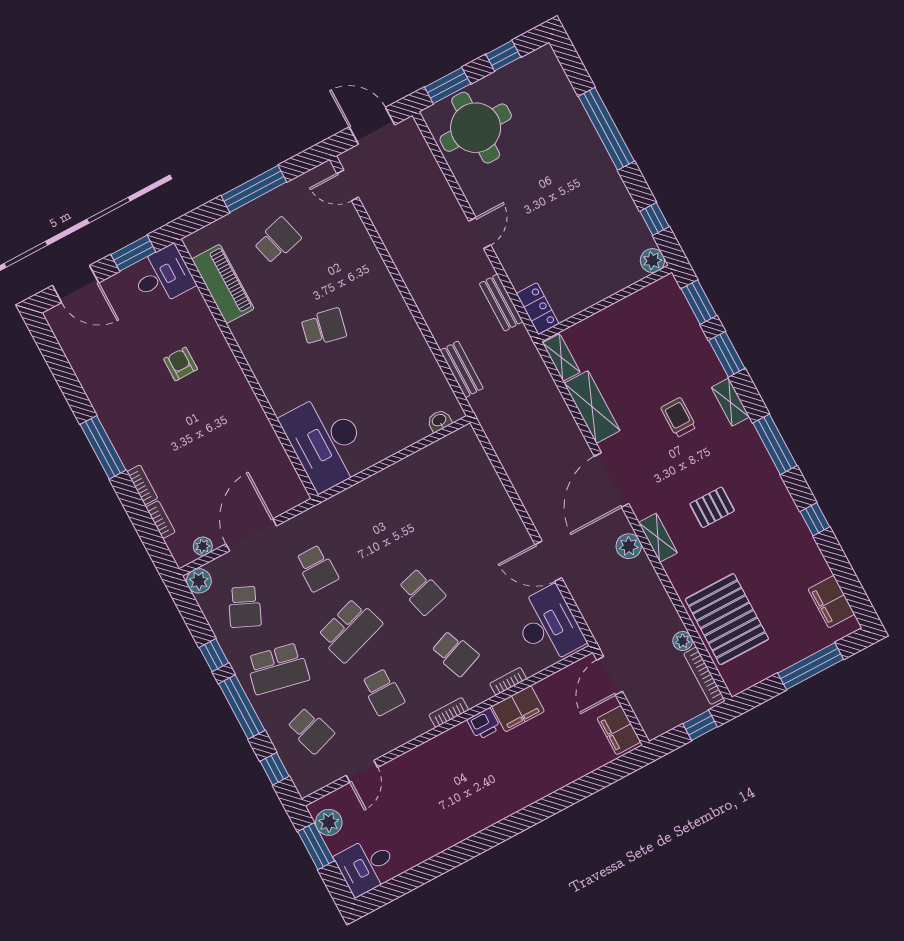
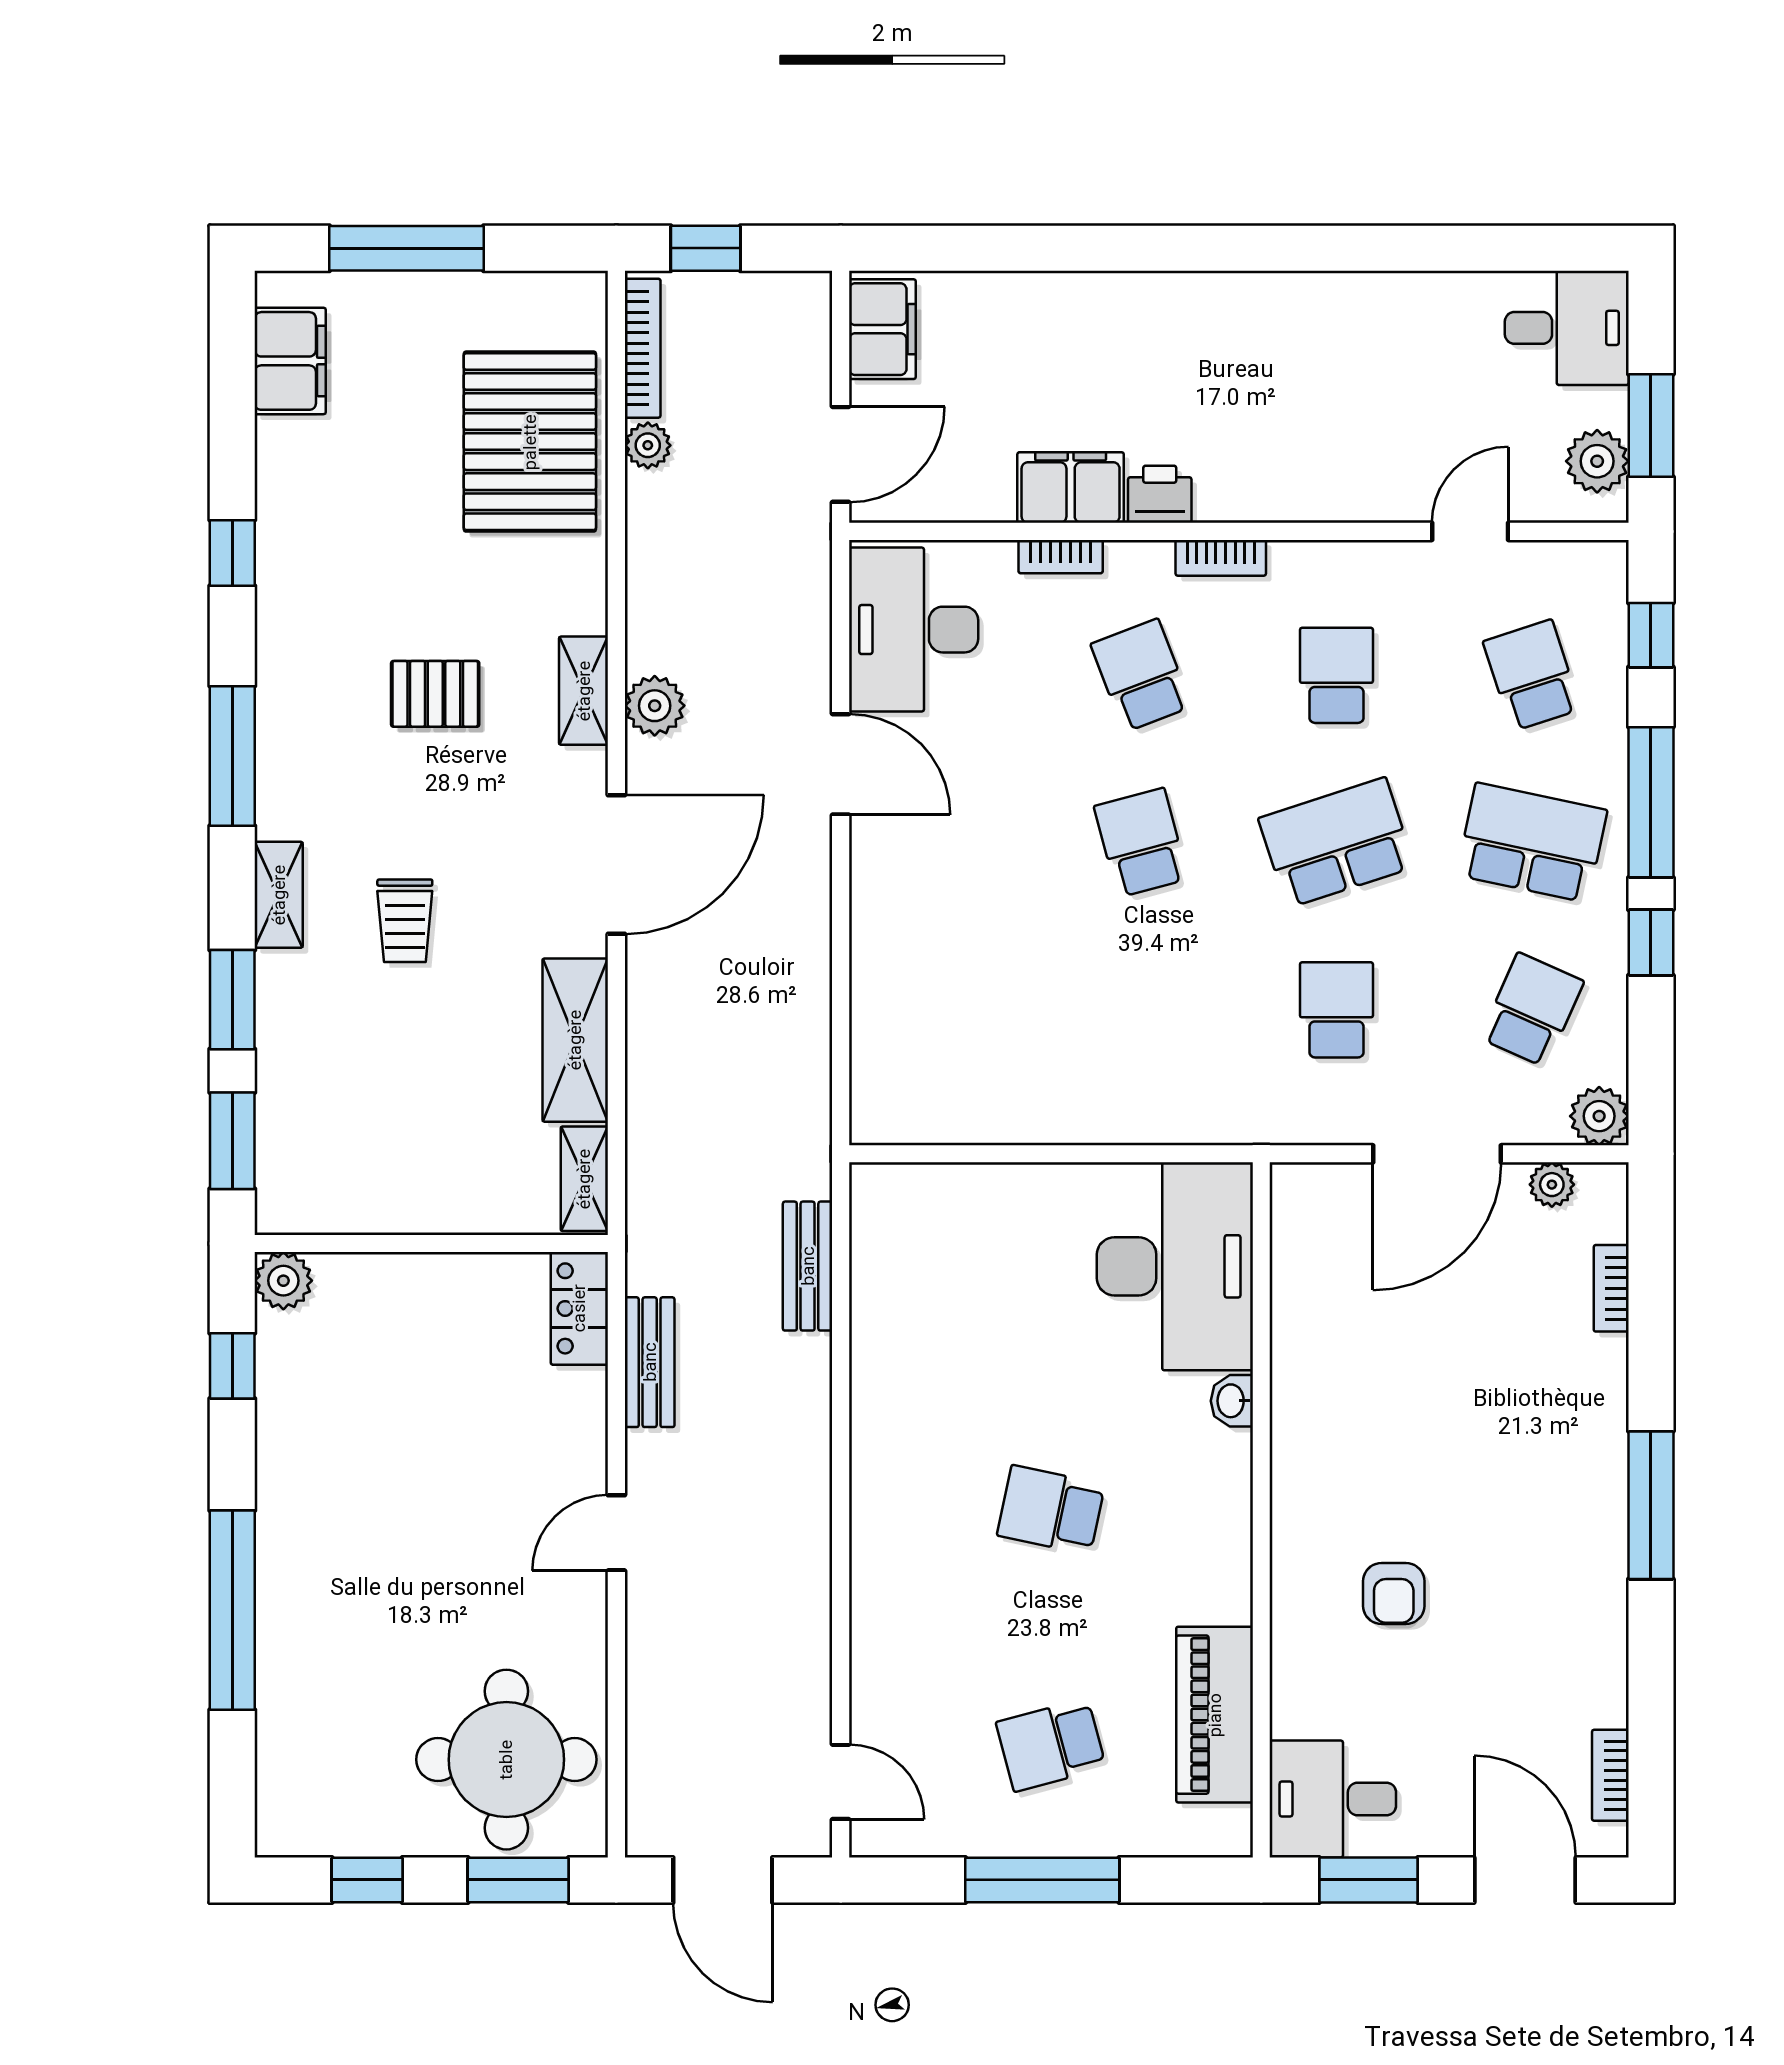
washbasin: (439, 421) -> (1232, 1401), moved, turned 90
bookcase: (142, 485) -> (1610, 1775), moved

